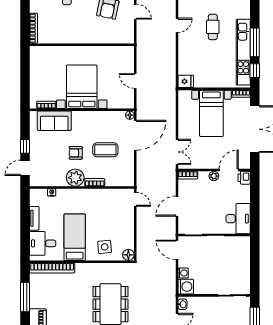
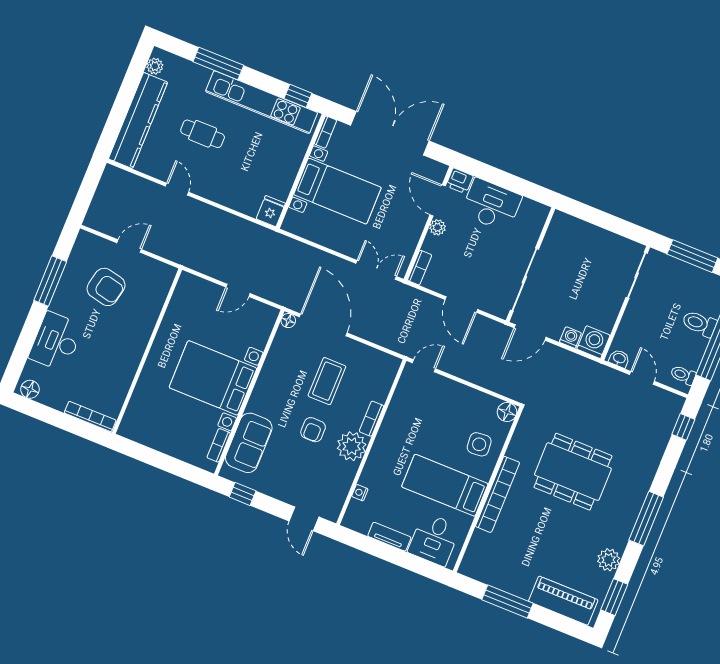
window: (255, 42) -> (218, 64), moved
window: (25, 146) -> (243, 494), moved
desk: (238, 219) -> (491, 205), moved
bookcase: (52, 268) -> (497, 494), moved

